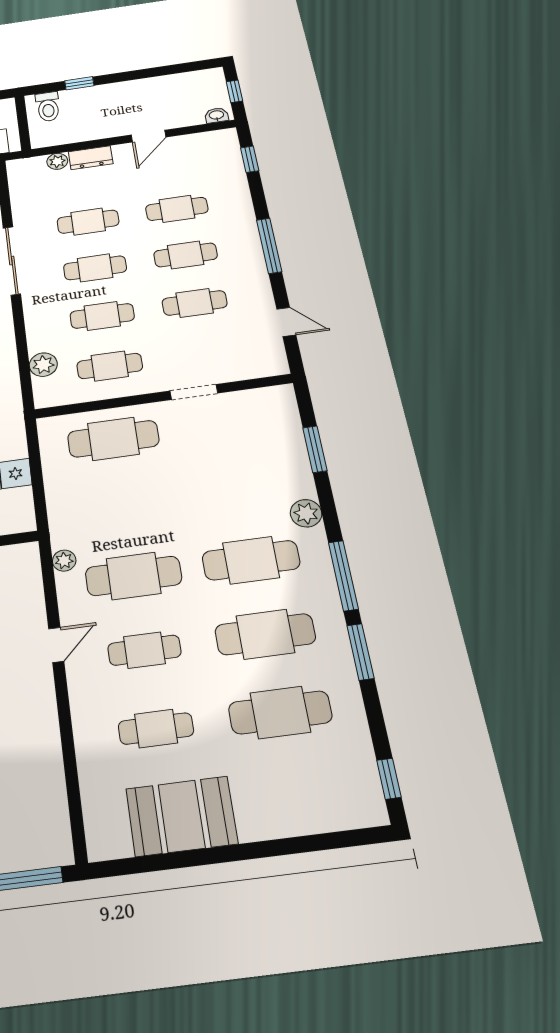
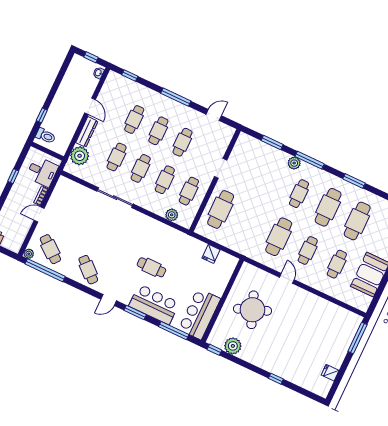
dresser: (91, 158) -> (87, 132), width x1.44
plant: (57, 161) -> (80, 156), width x1.88, depth x1.88
cafe table: (251, 560) -> (299, 194), width x0.73, depth x0.74
plant: (64, 561) -> (257, 257), removed
window: (343, 576) -> (310, 160), moved

